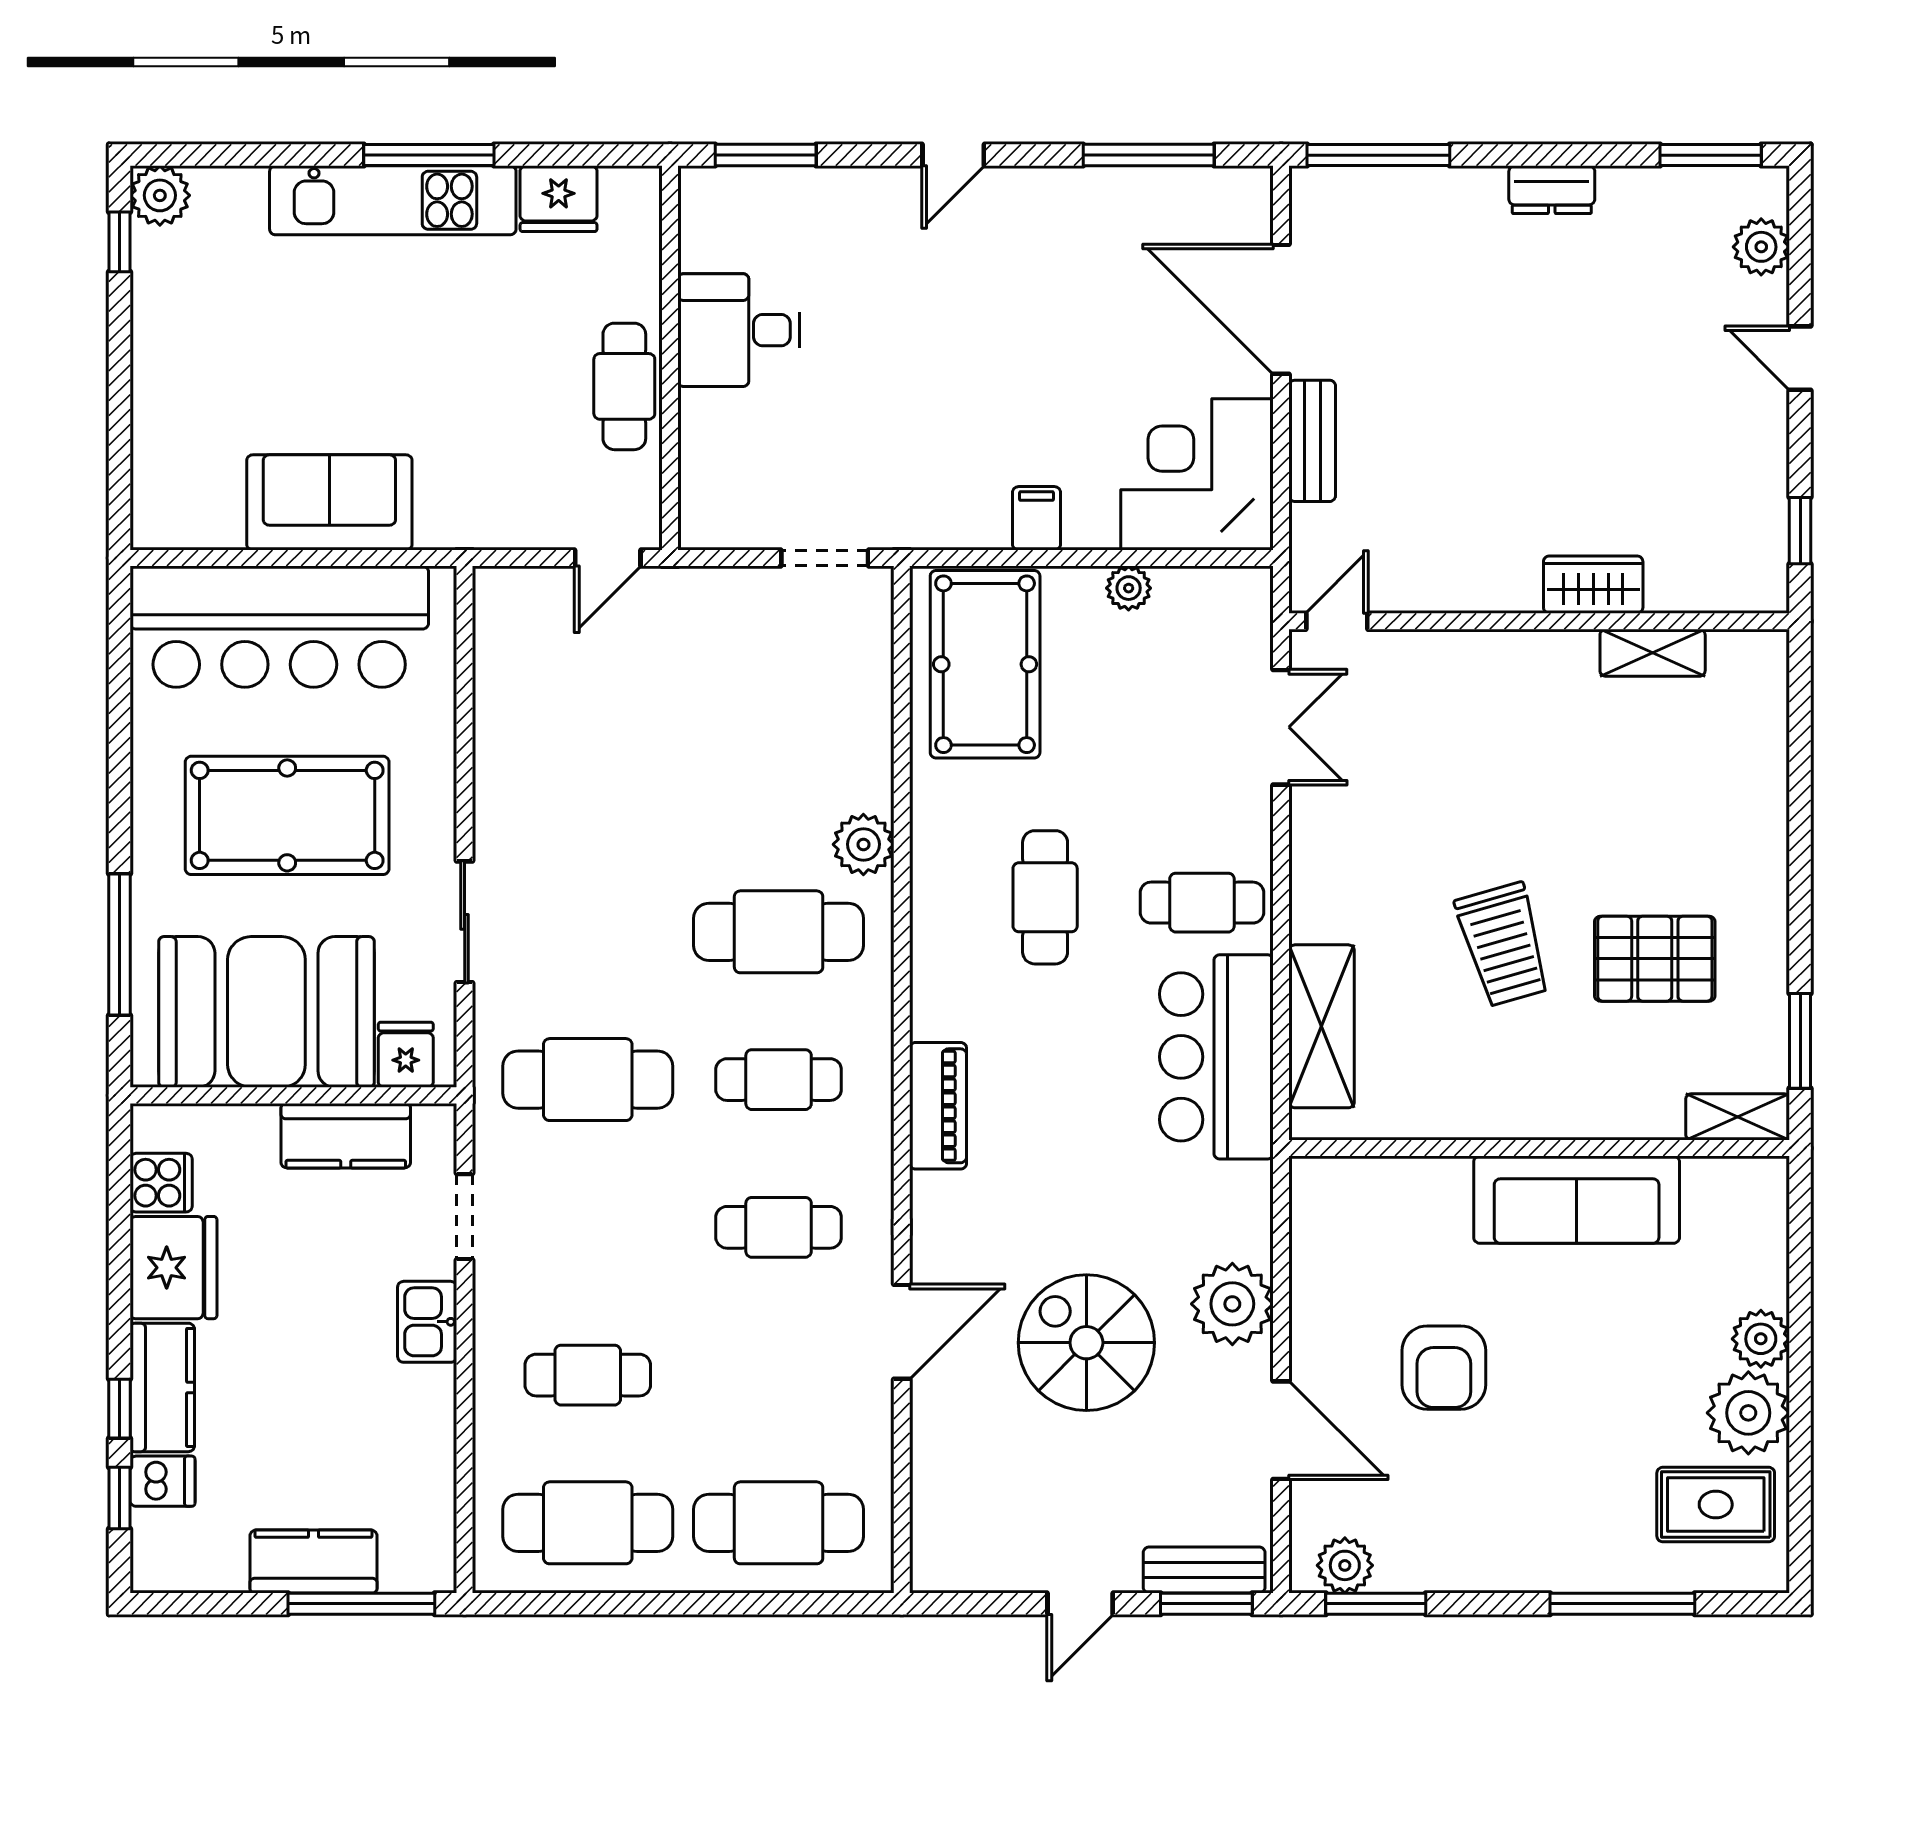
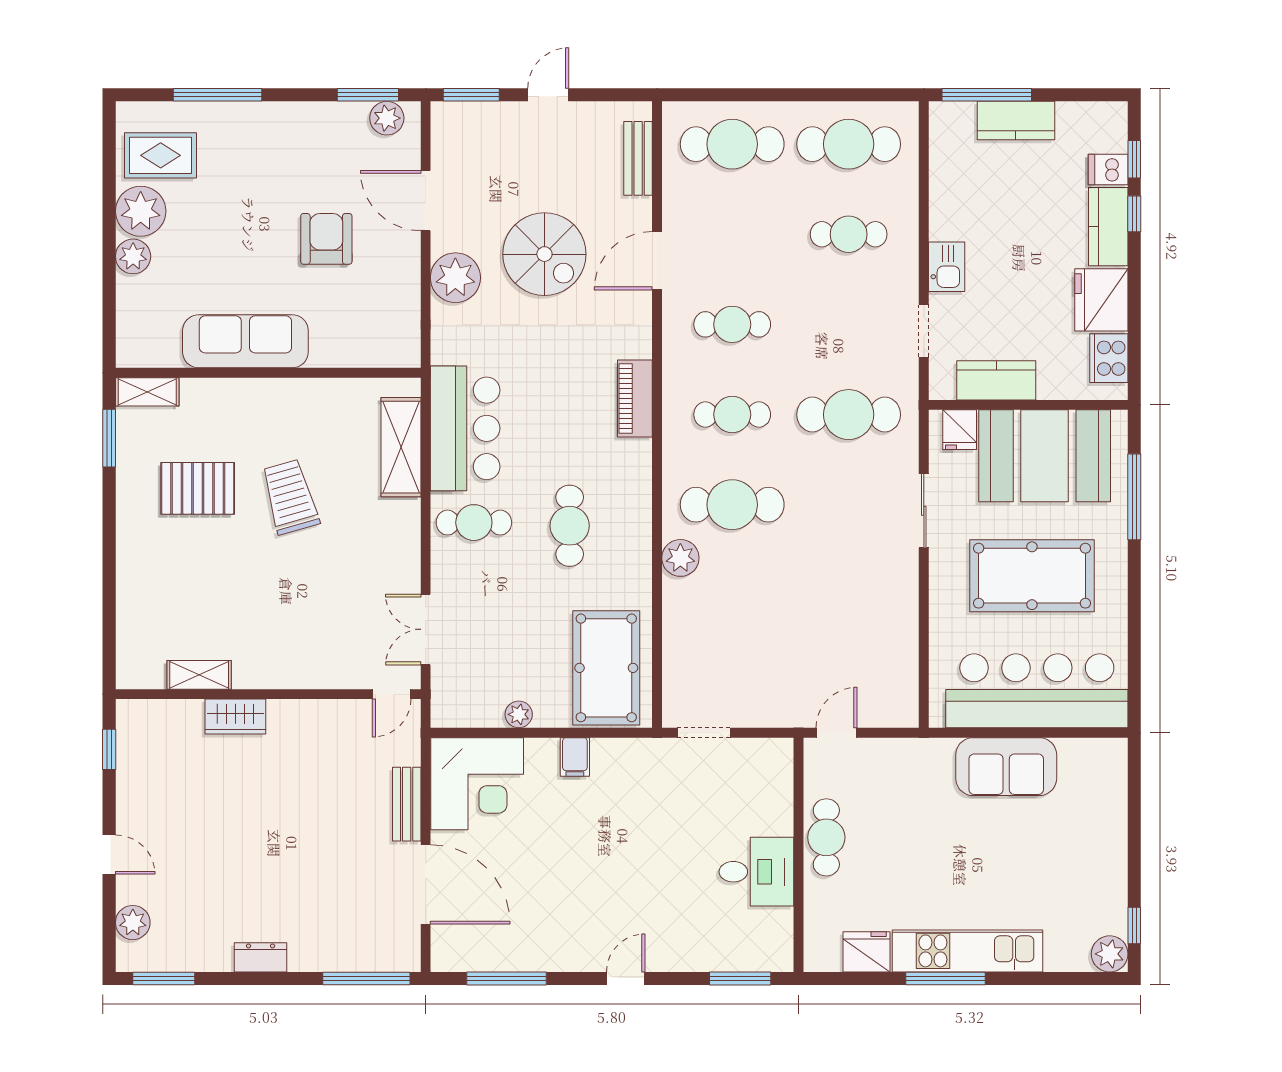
cooker: (161, 1183) -> (1109, 358), width x1.36
bench: (1204, 1570) -> (638, 158), moved, turned 90

